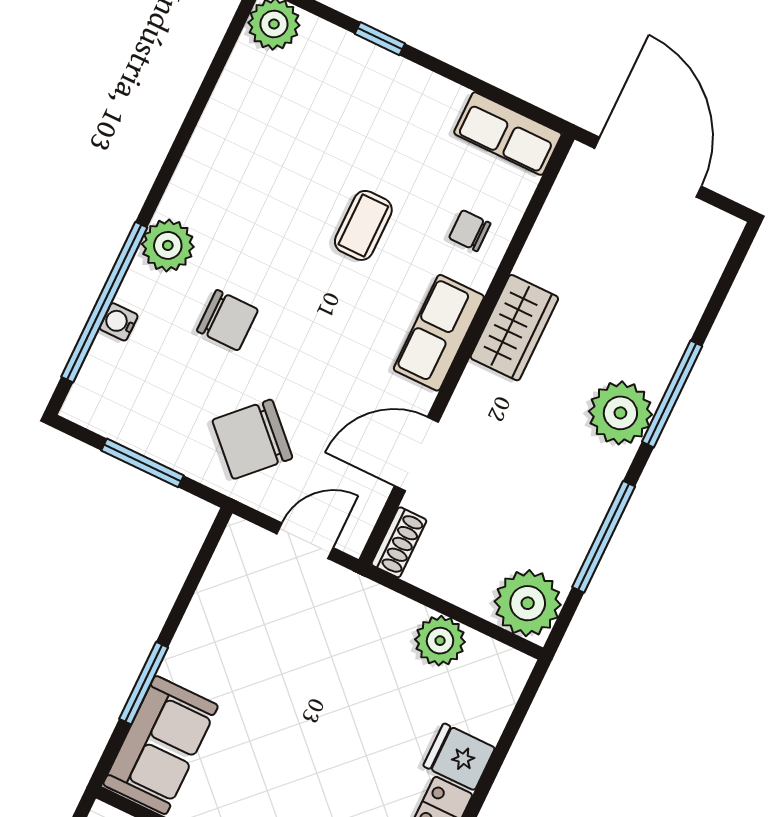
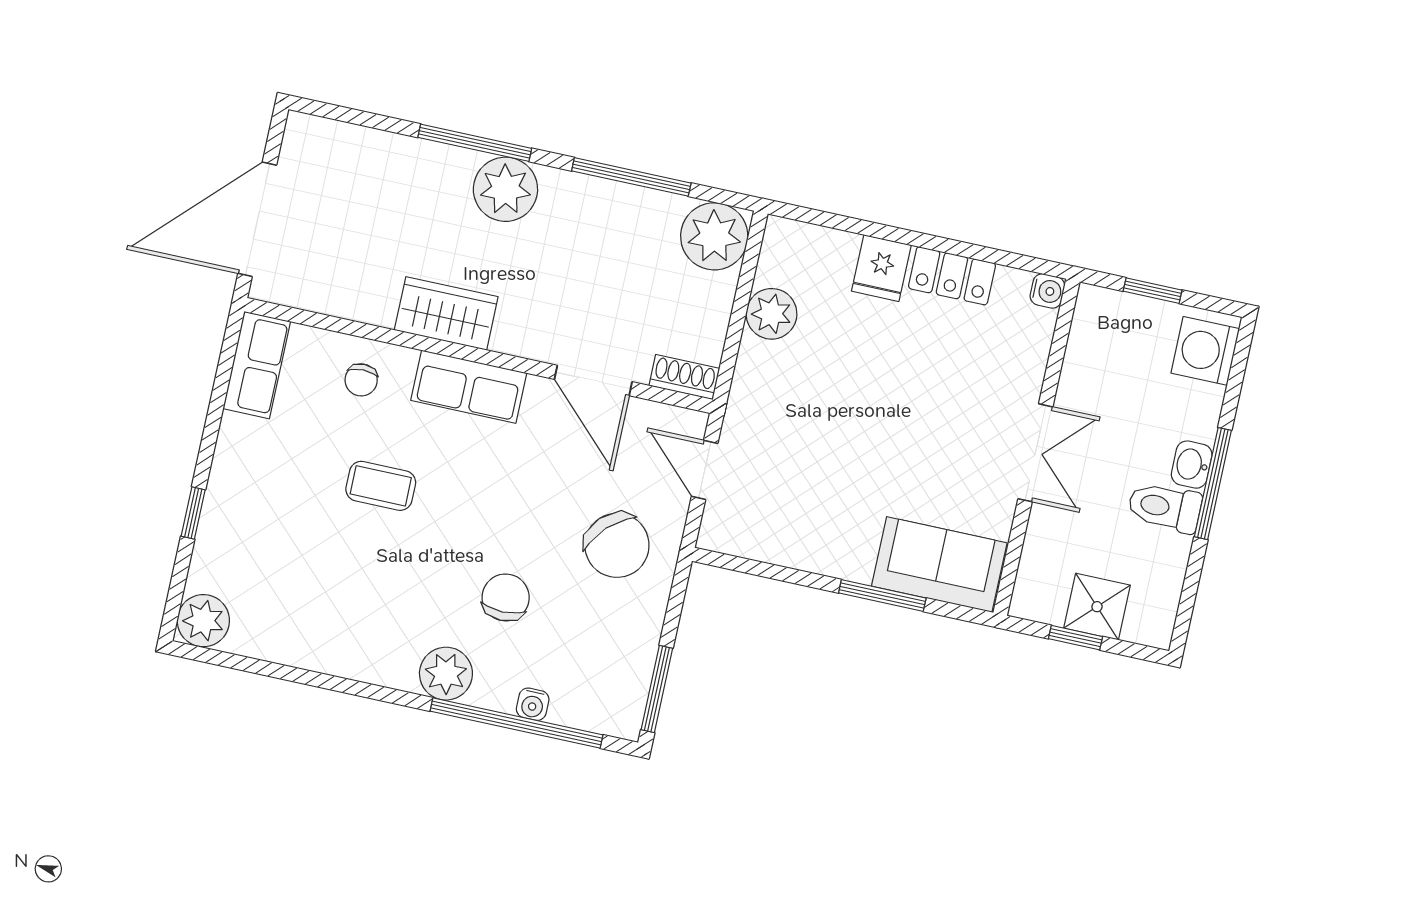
window: (143, 463) -> (657, 689), moved

